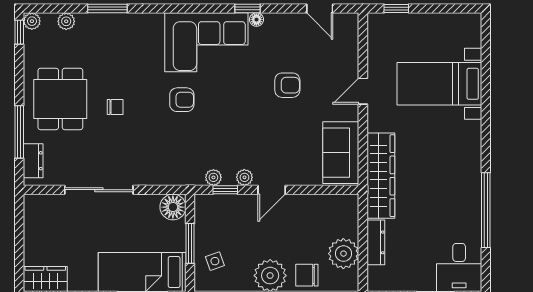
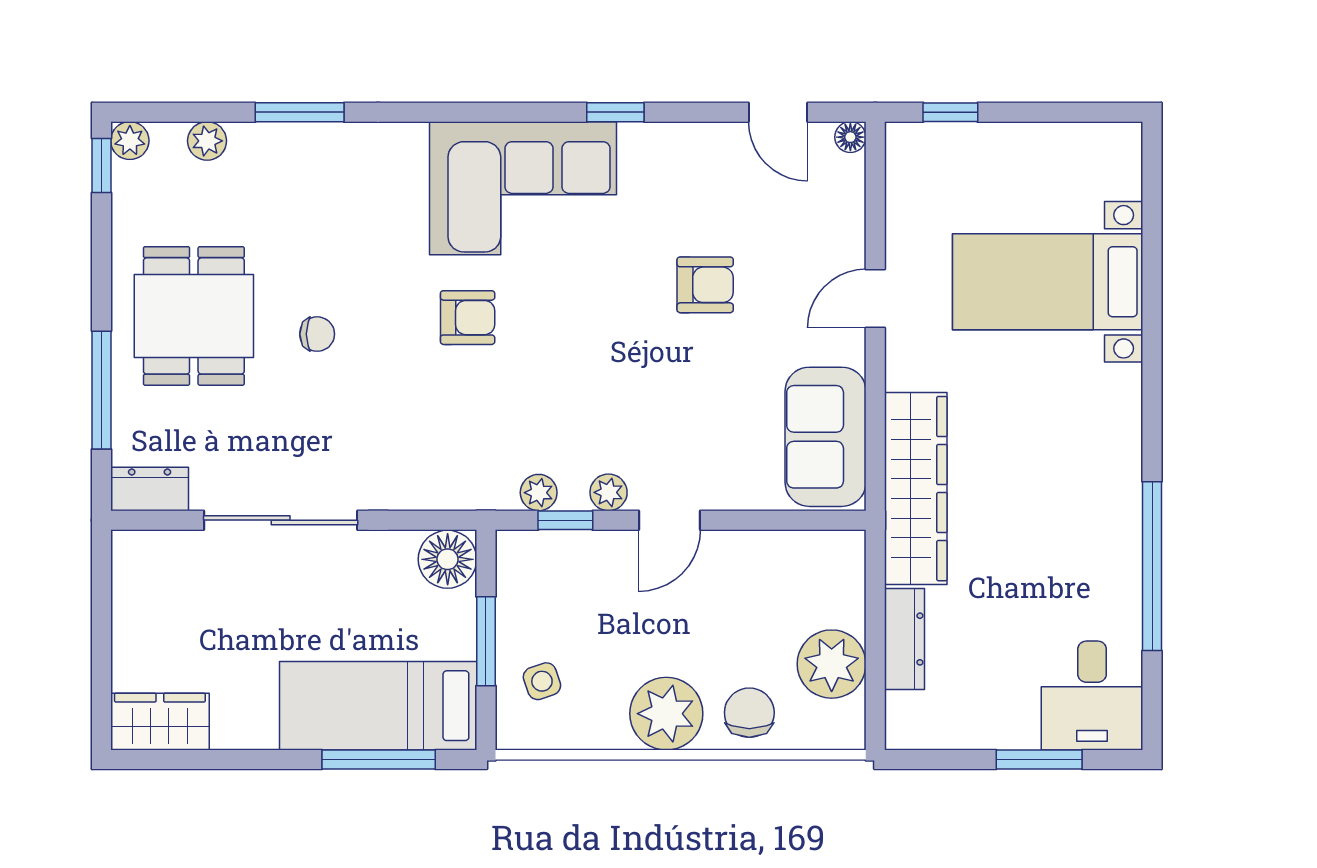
floor lamp: (256, 20) -> (850, 137), moved
dresser: (33, 161) -> (150, 489), moved, turned -90
chair: (307, 275) -> (749, 713), turned 90

